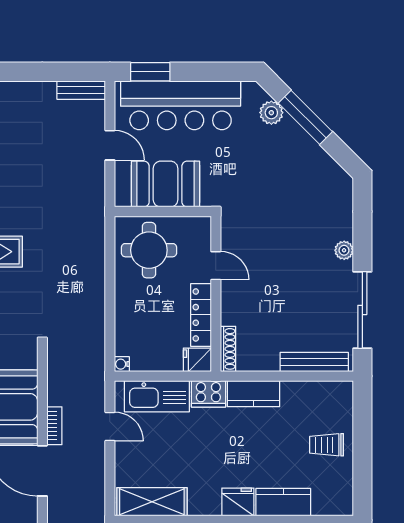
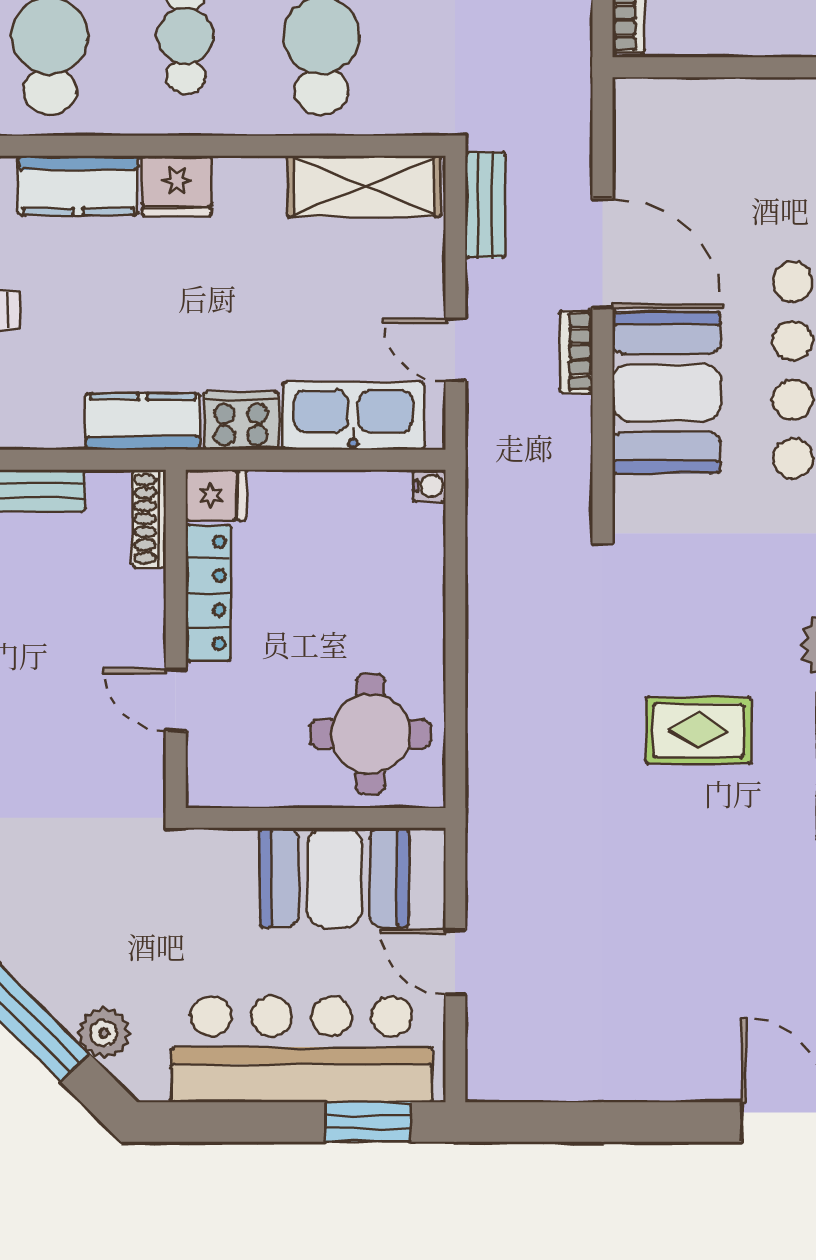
bench: (81, 90) -> (485, 205), moved, turned 90
door: (216, 266) -> (176, 700), moved
wall: (216, 294) -> (176, 639), moved
locker: (201, 315) -> (208, 593), moved
shoe rack: (228, 349) -> (149, 519), moved
fridge: (197, 360) -> (216, 495), moved

